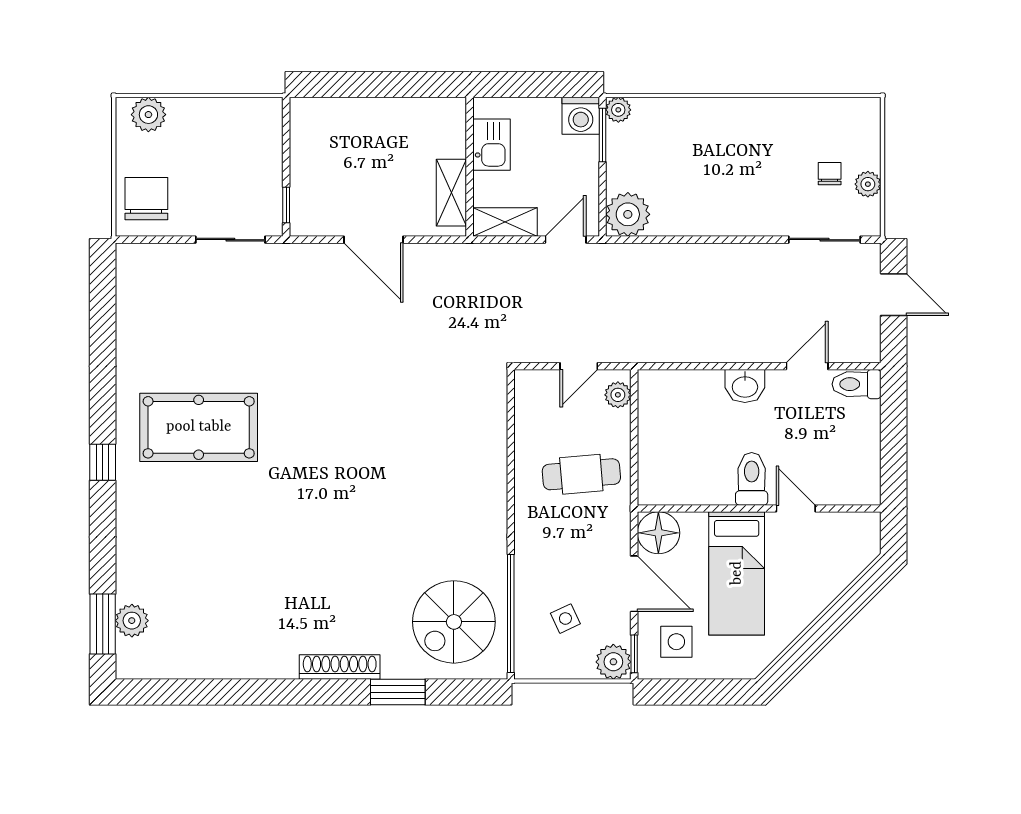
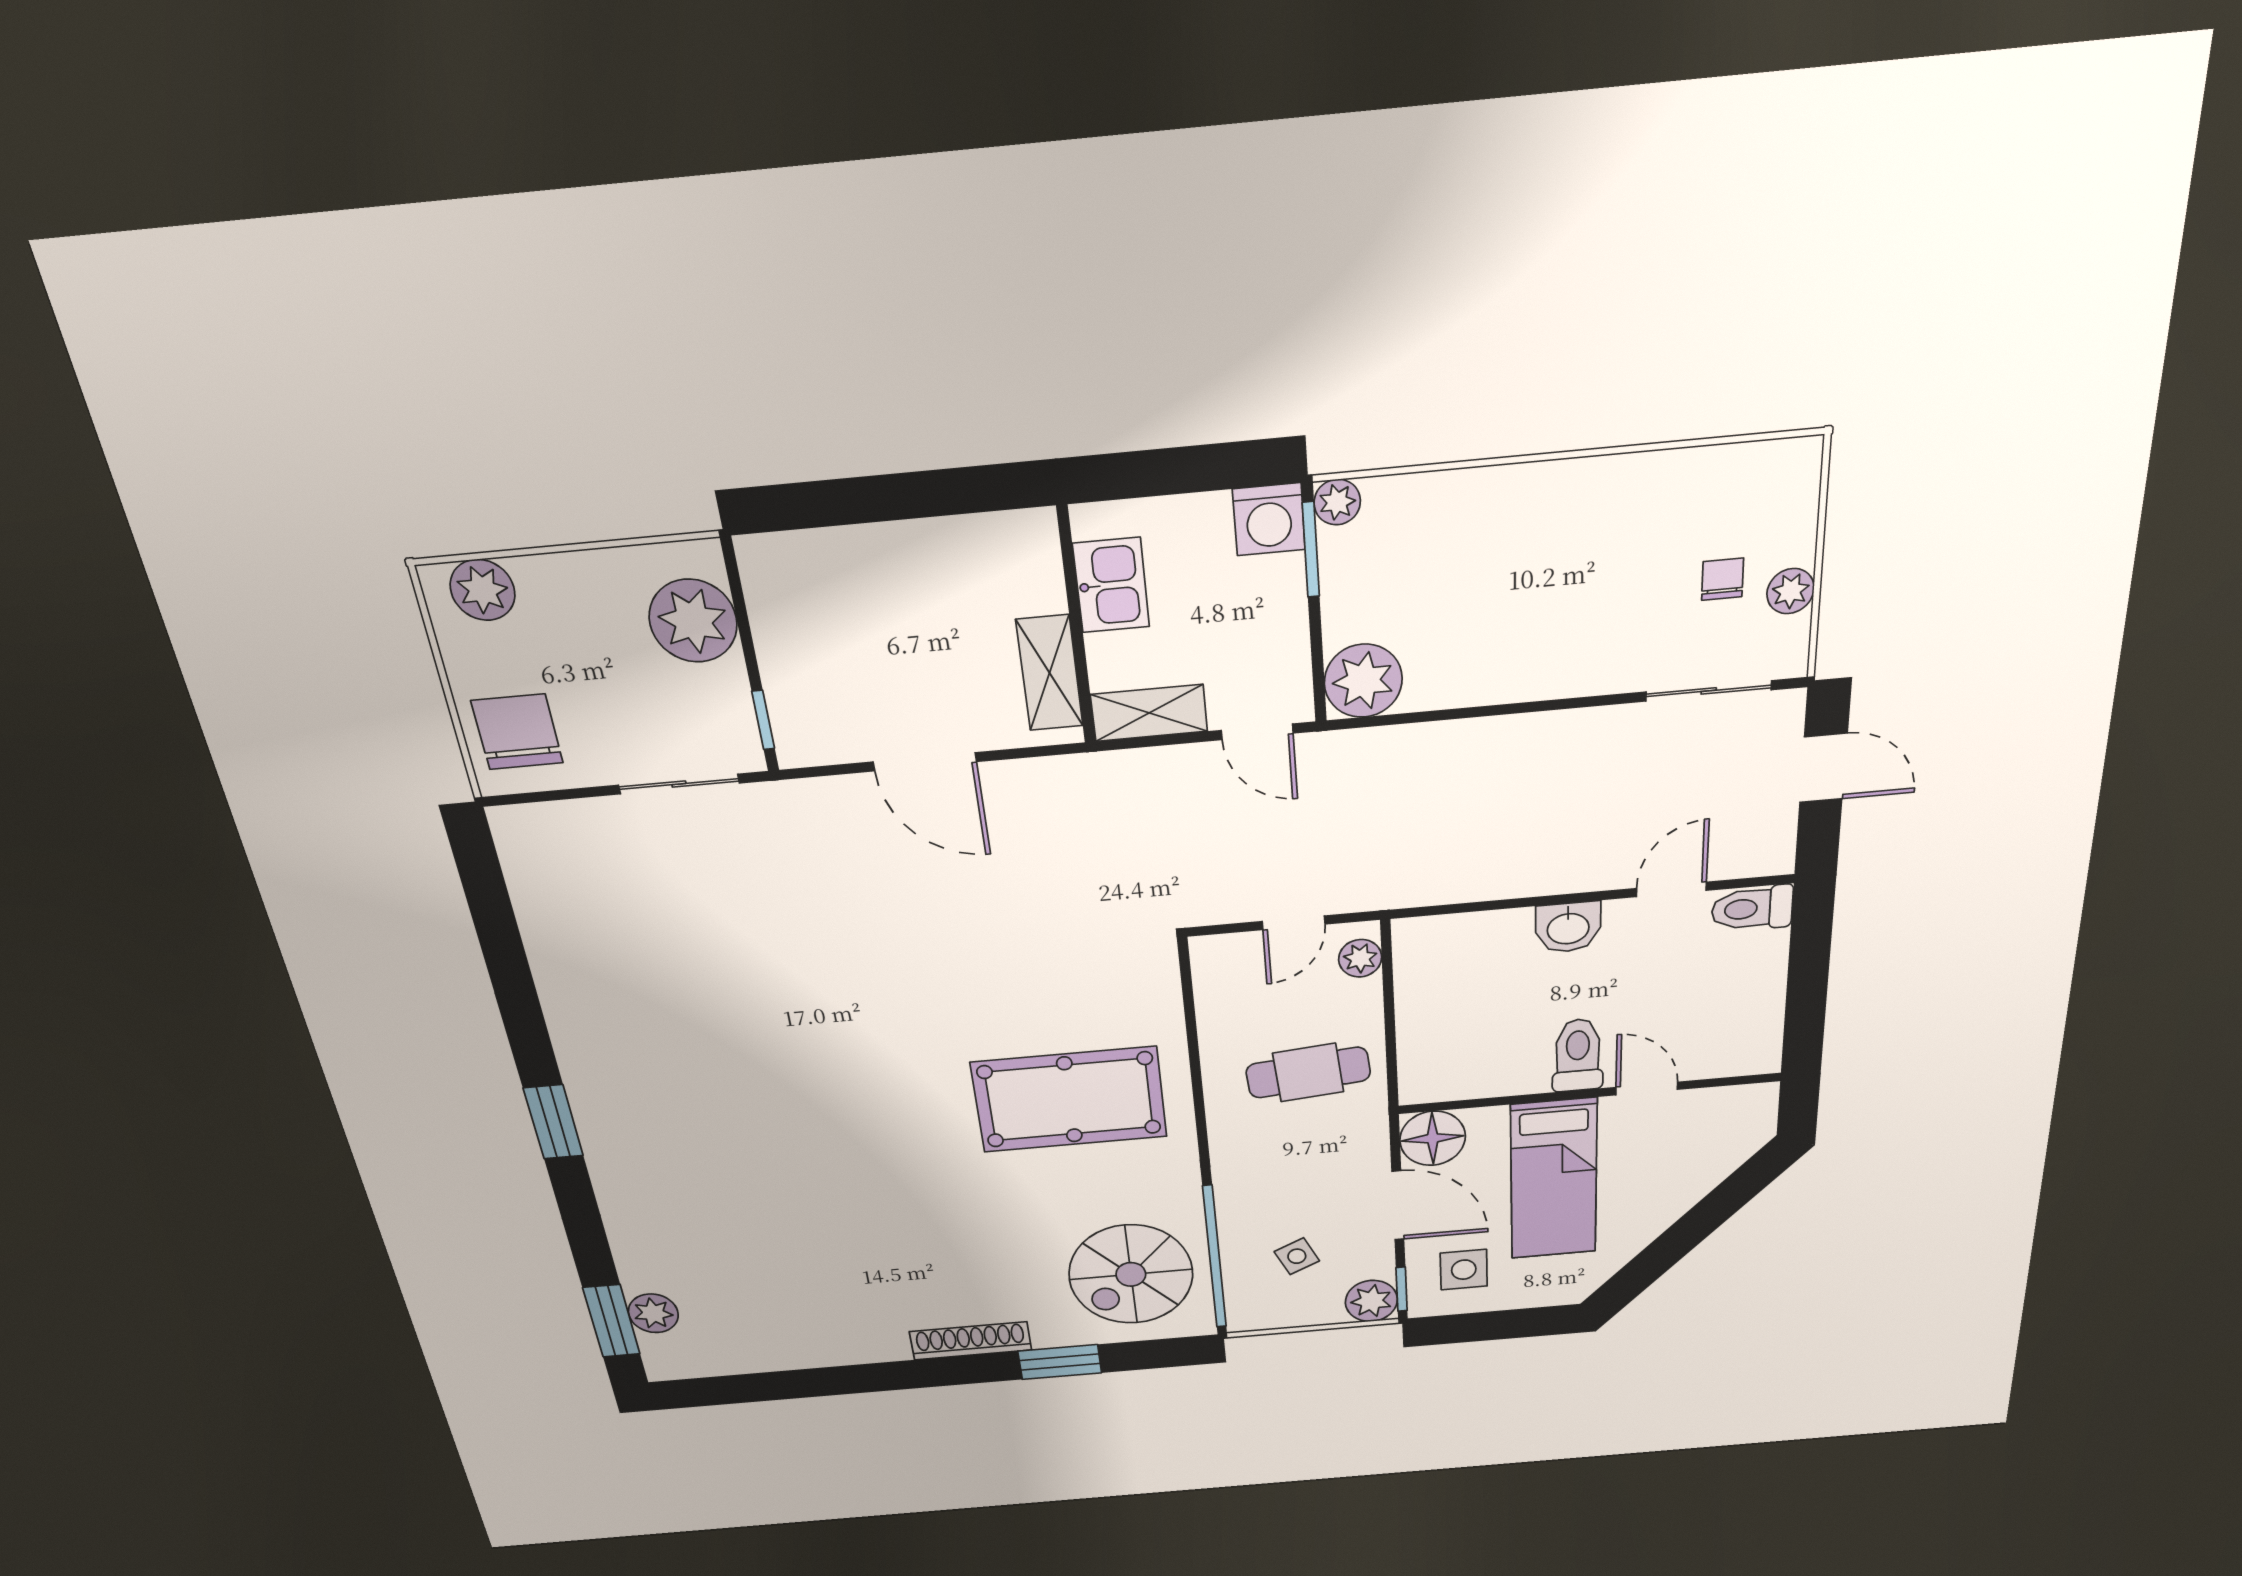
plant: (259, 143) -> (693, 621), added
door: (566, 240) -> (1257, 732), swing flipped
pool table: (199, 427) -> (1069, 1100), moved
window: (103, 462) -> (553, 1122), width x1.50

